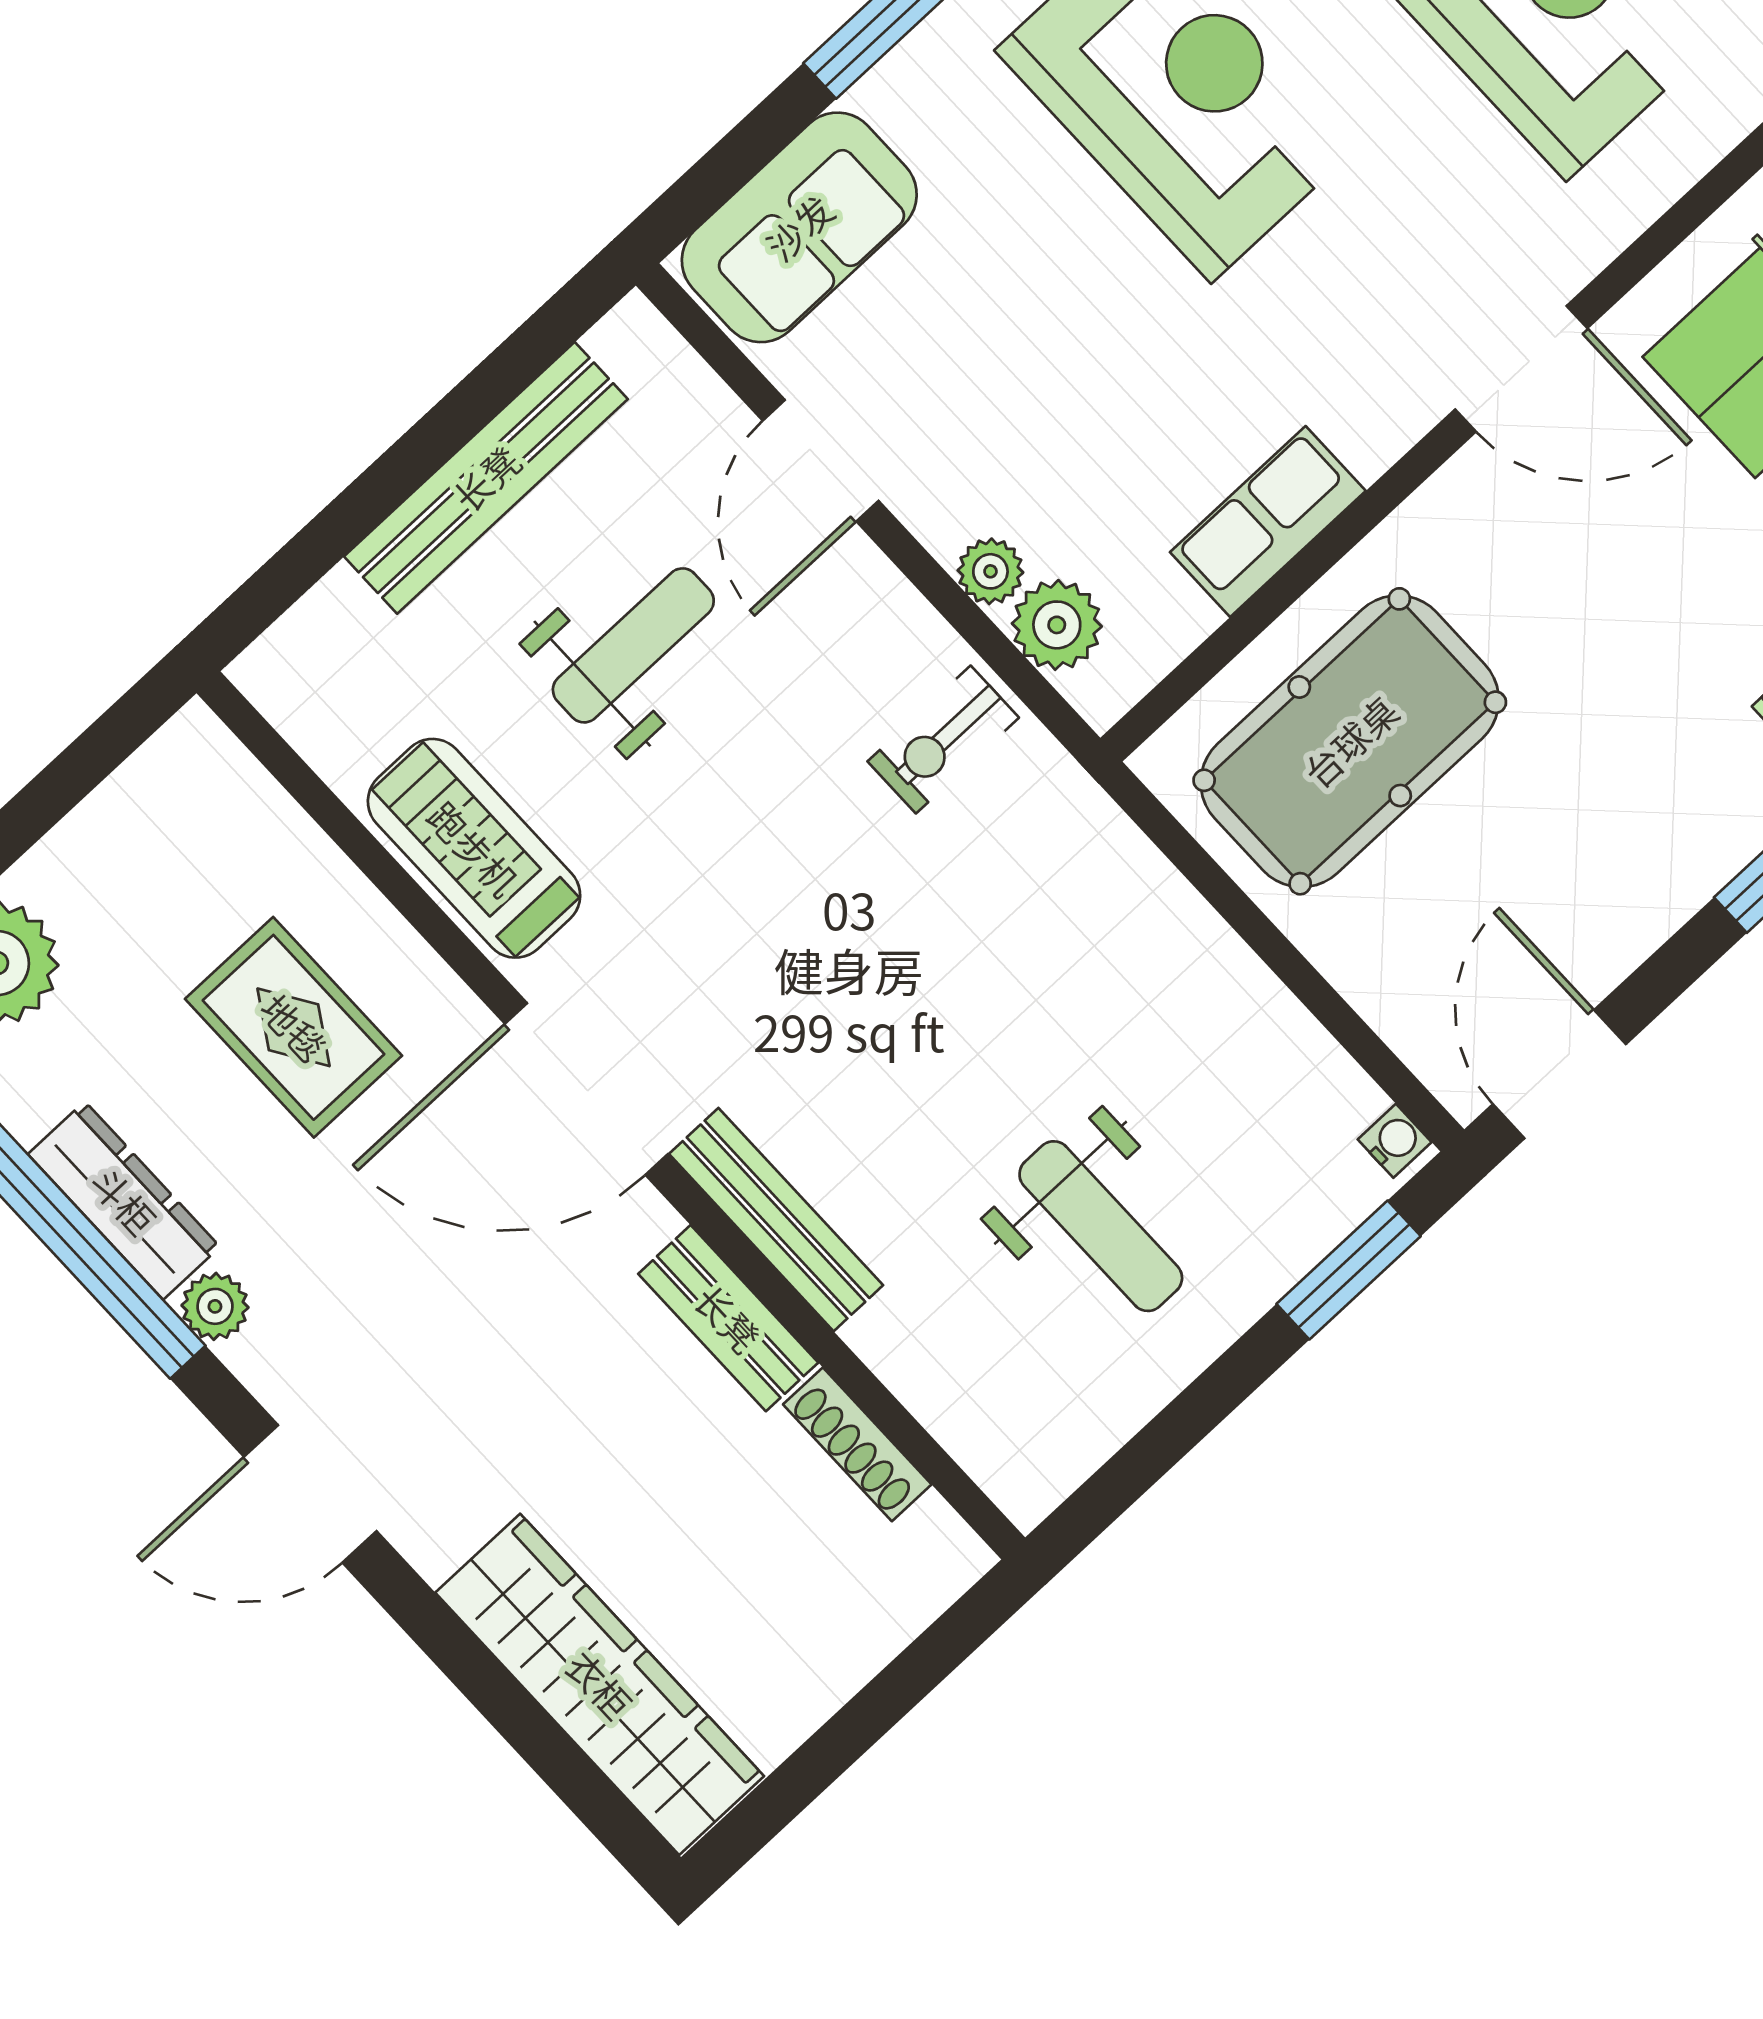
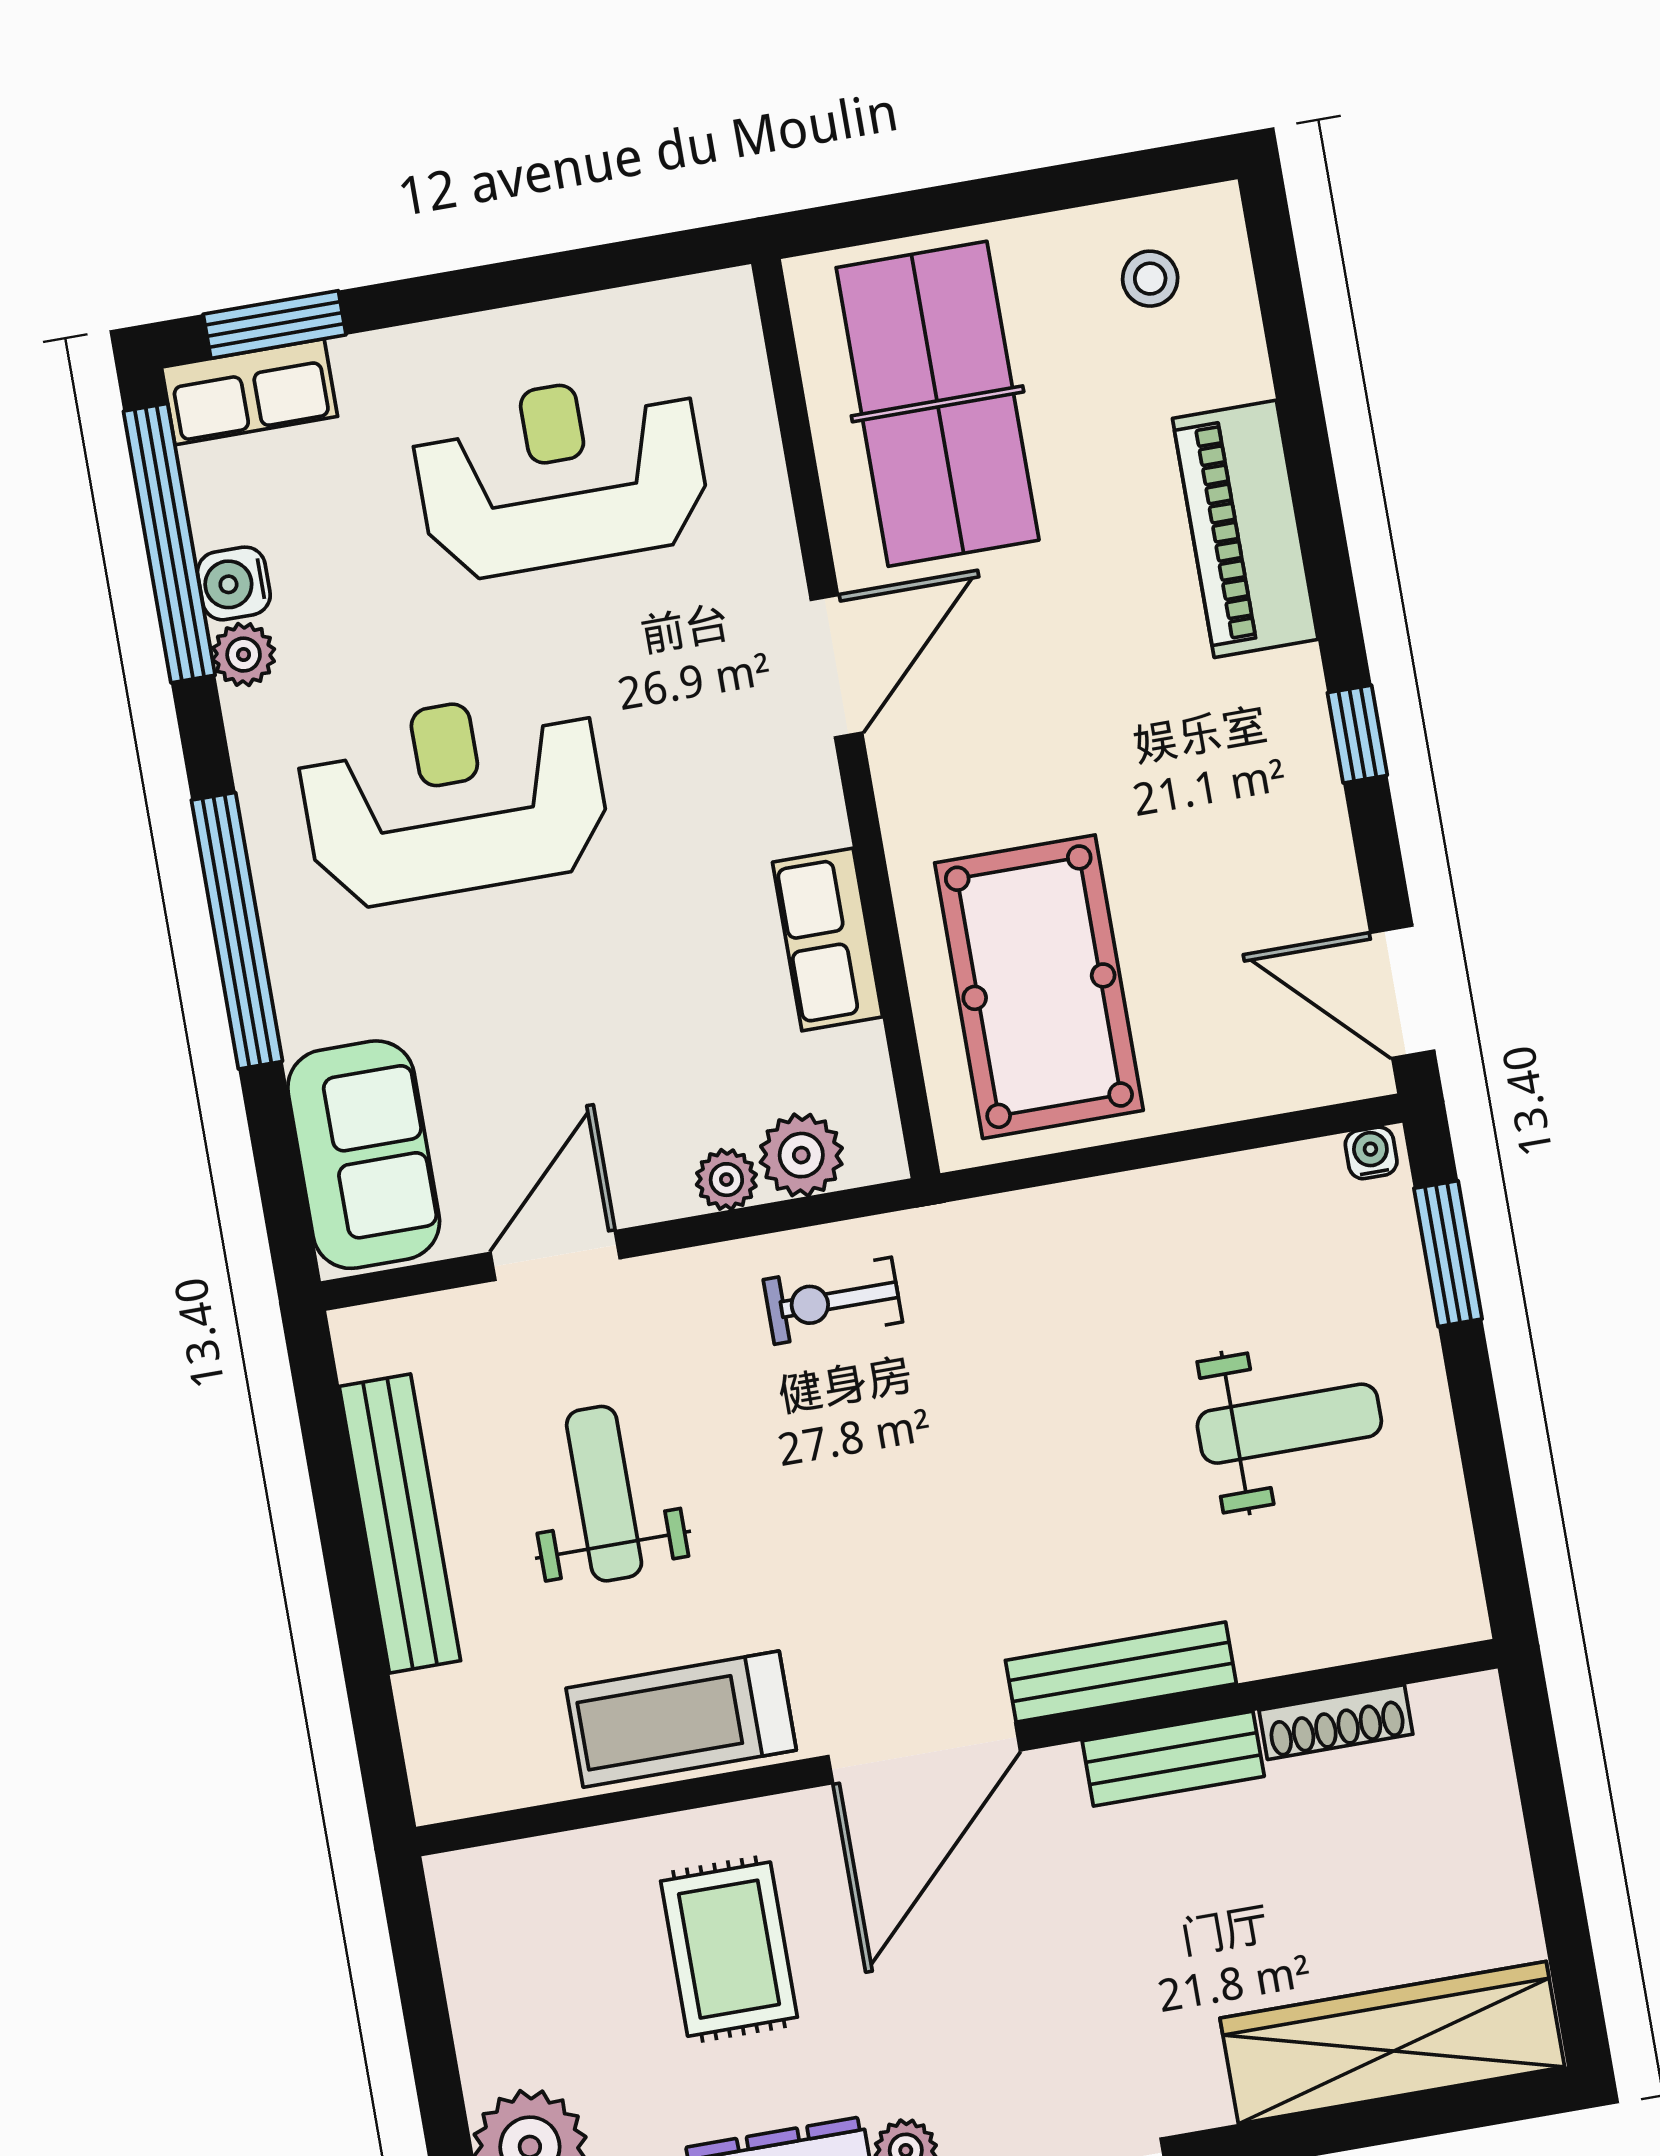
door: (821, 461) -> (555, 1256), swing flipped
exercise bike: (943, 739) -> (833, 1301), turned 90
rug: (294, 1027) -> (729, 1949), turned 90

